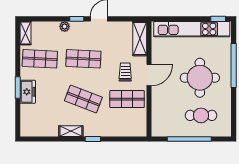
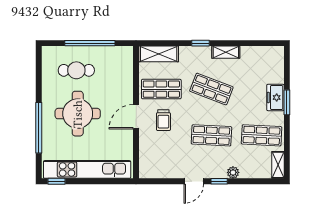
shelving: (140, 39) -> (159, 54), moved, turned 90

